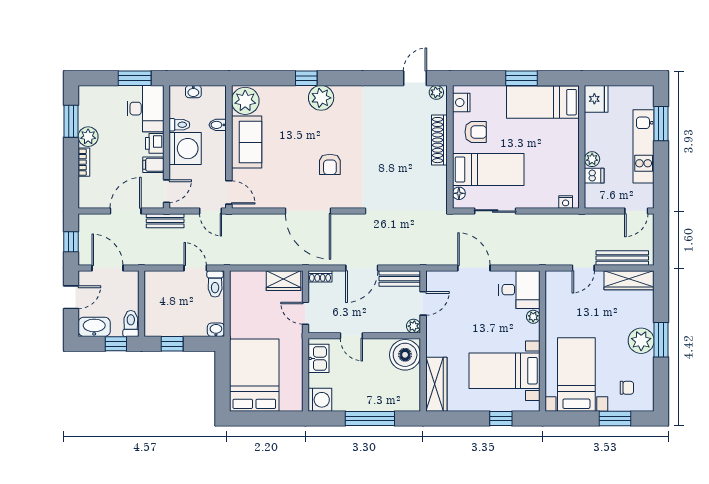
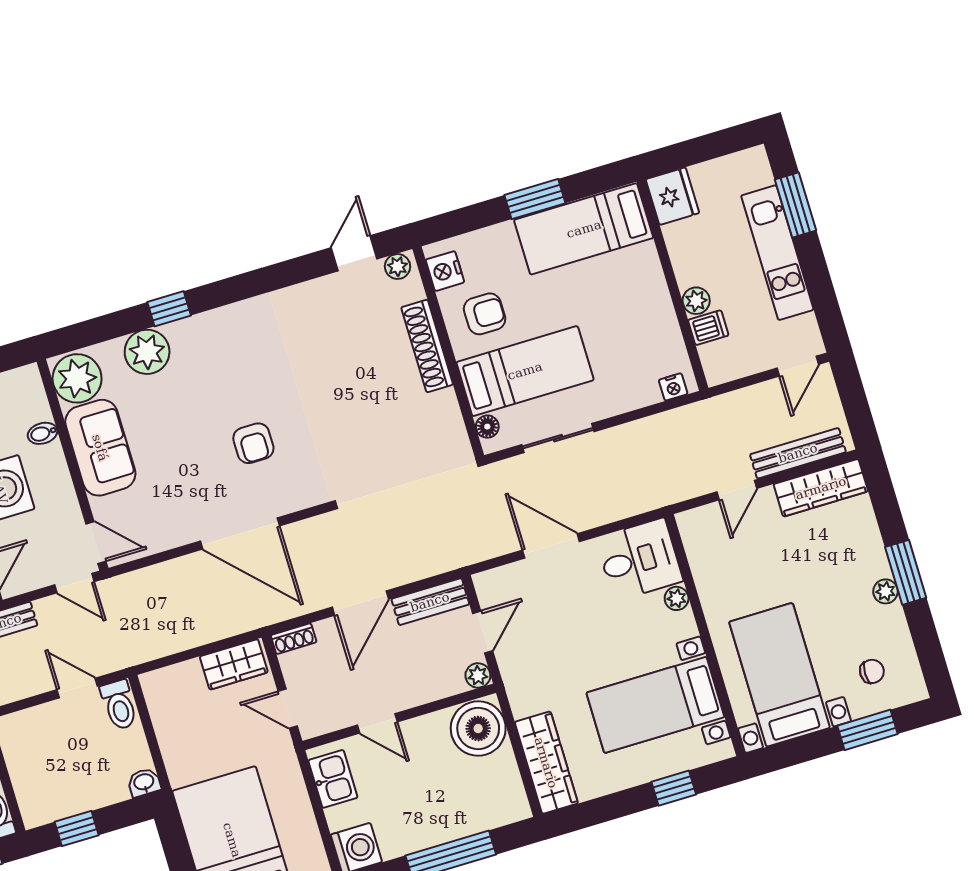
plant: (321, 98) -> (147, 352), moved
plant: (641, 341) -> (885, 591), width x0.53, depth x0.53

